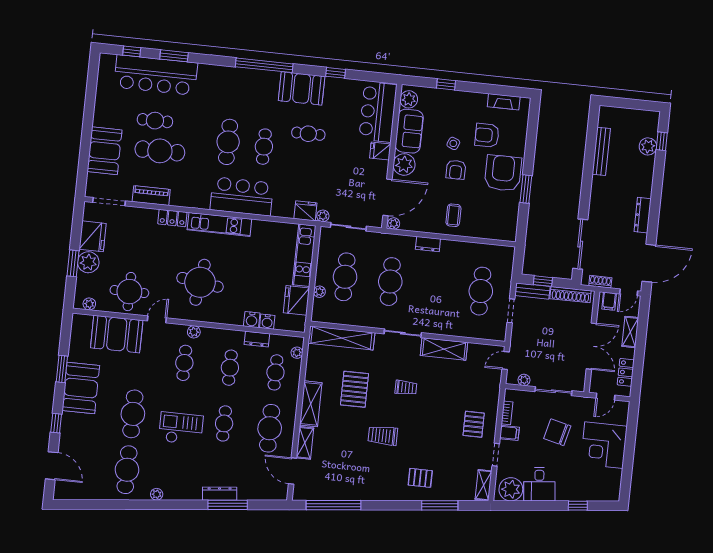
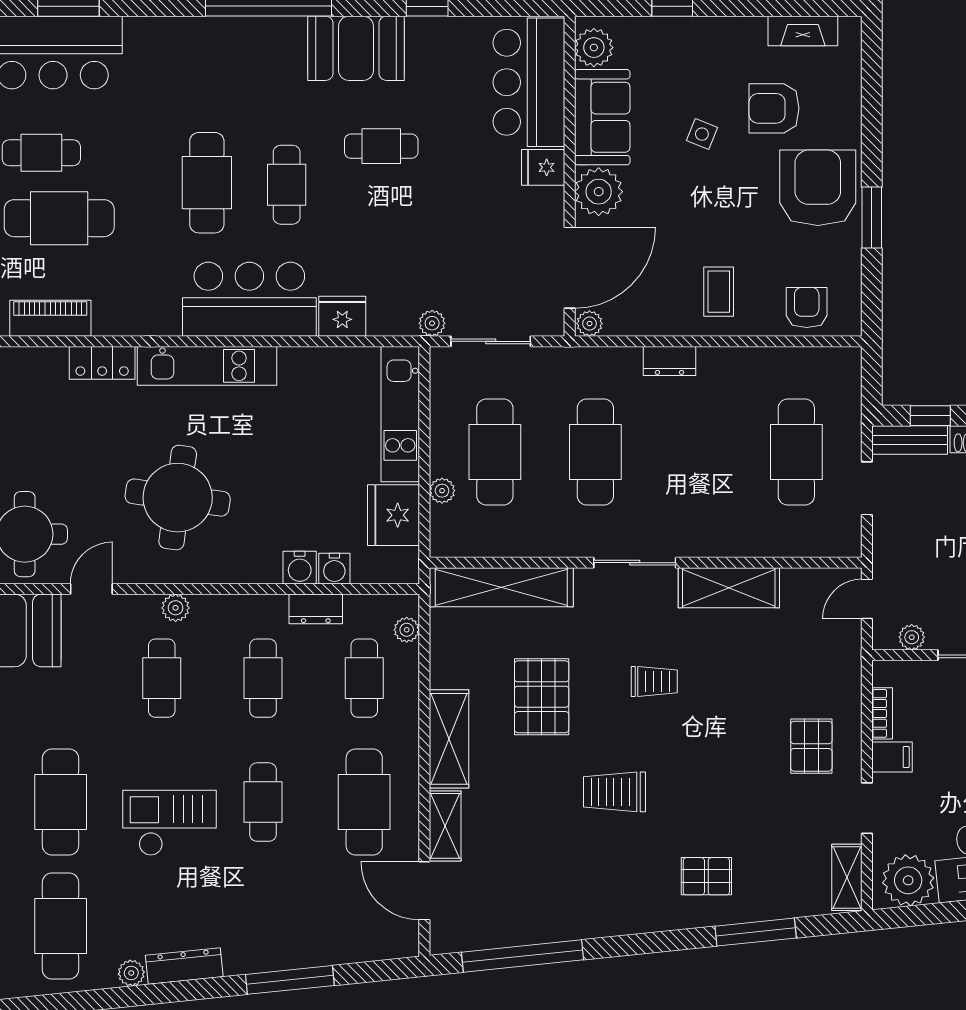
armchair: (456, 170) -> (807, 308), moved, turned 180
fridge: (305, 211) -> (342, 316), moved
dresser: (220, 494) -> (184, 966), moved

